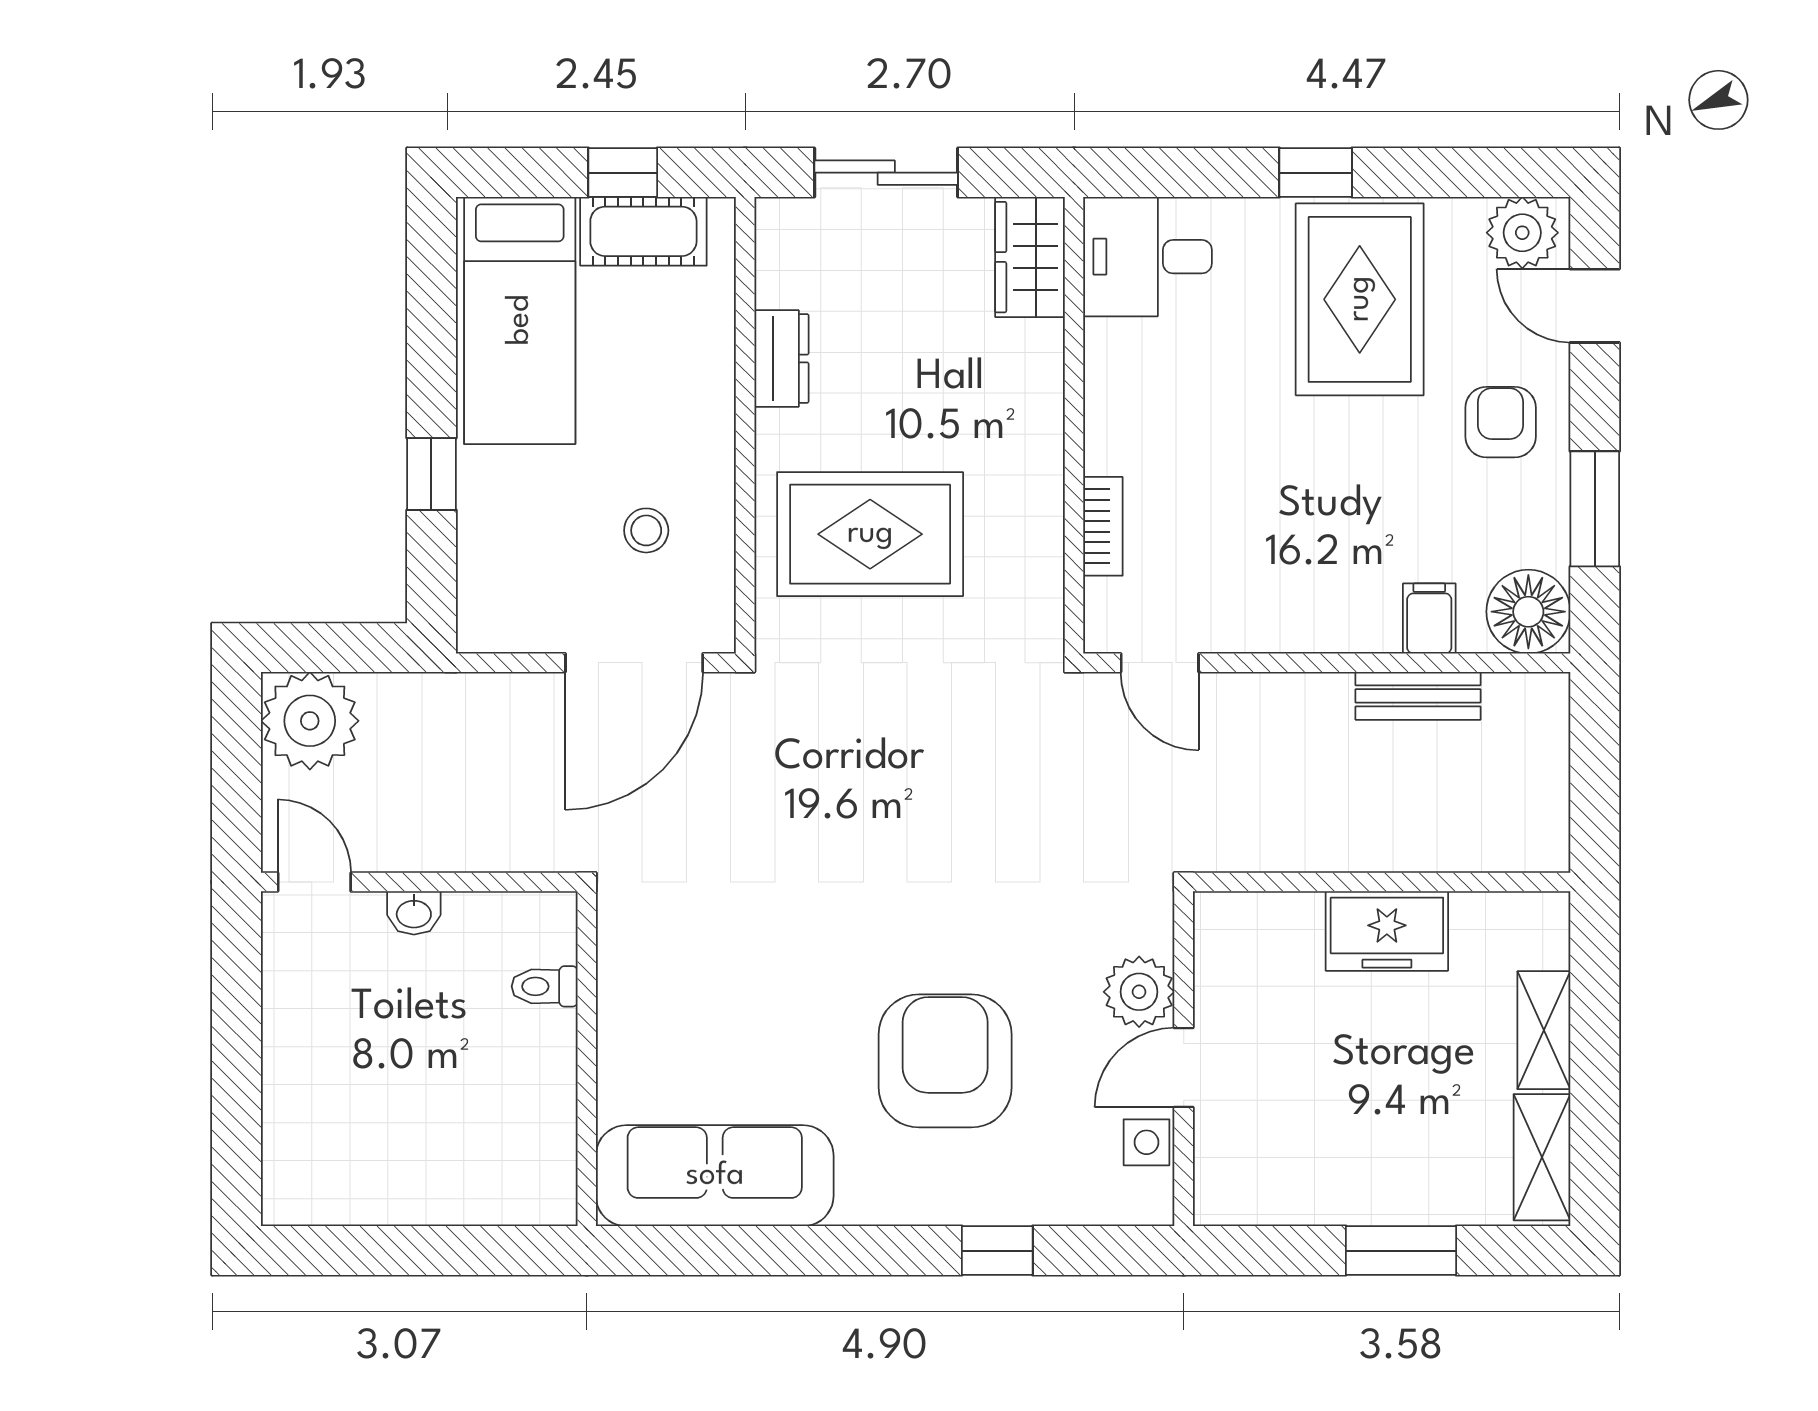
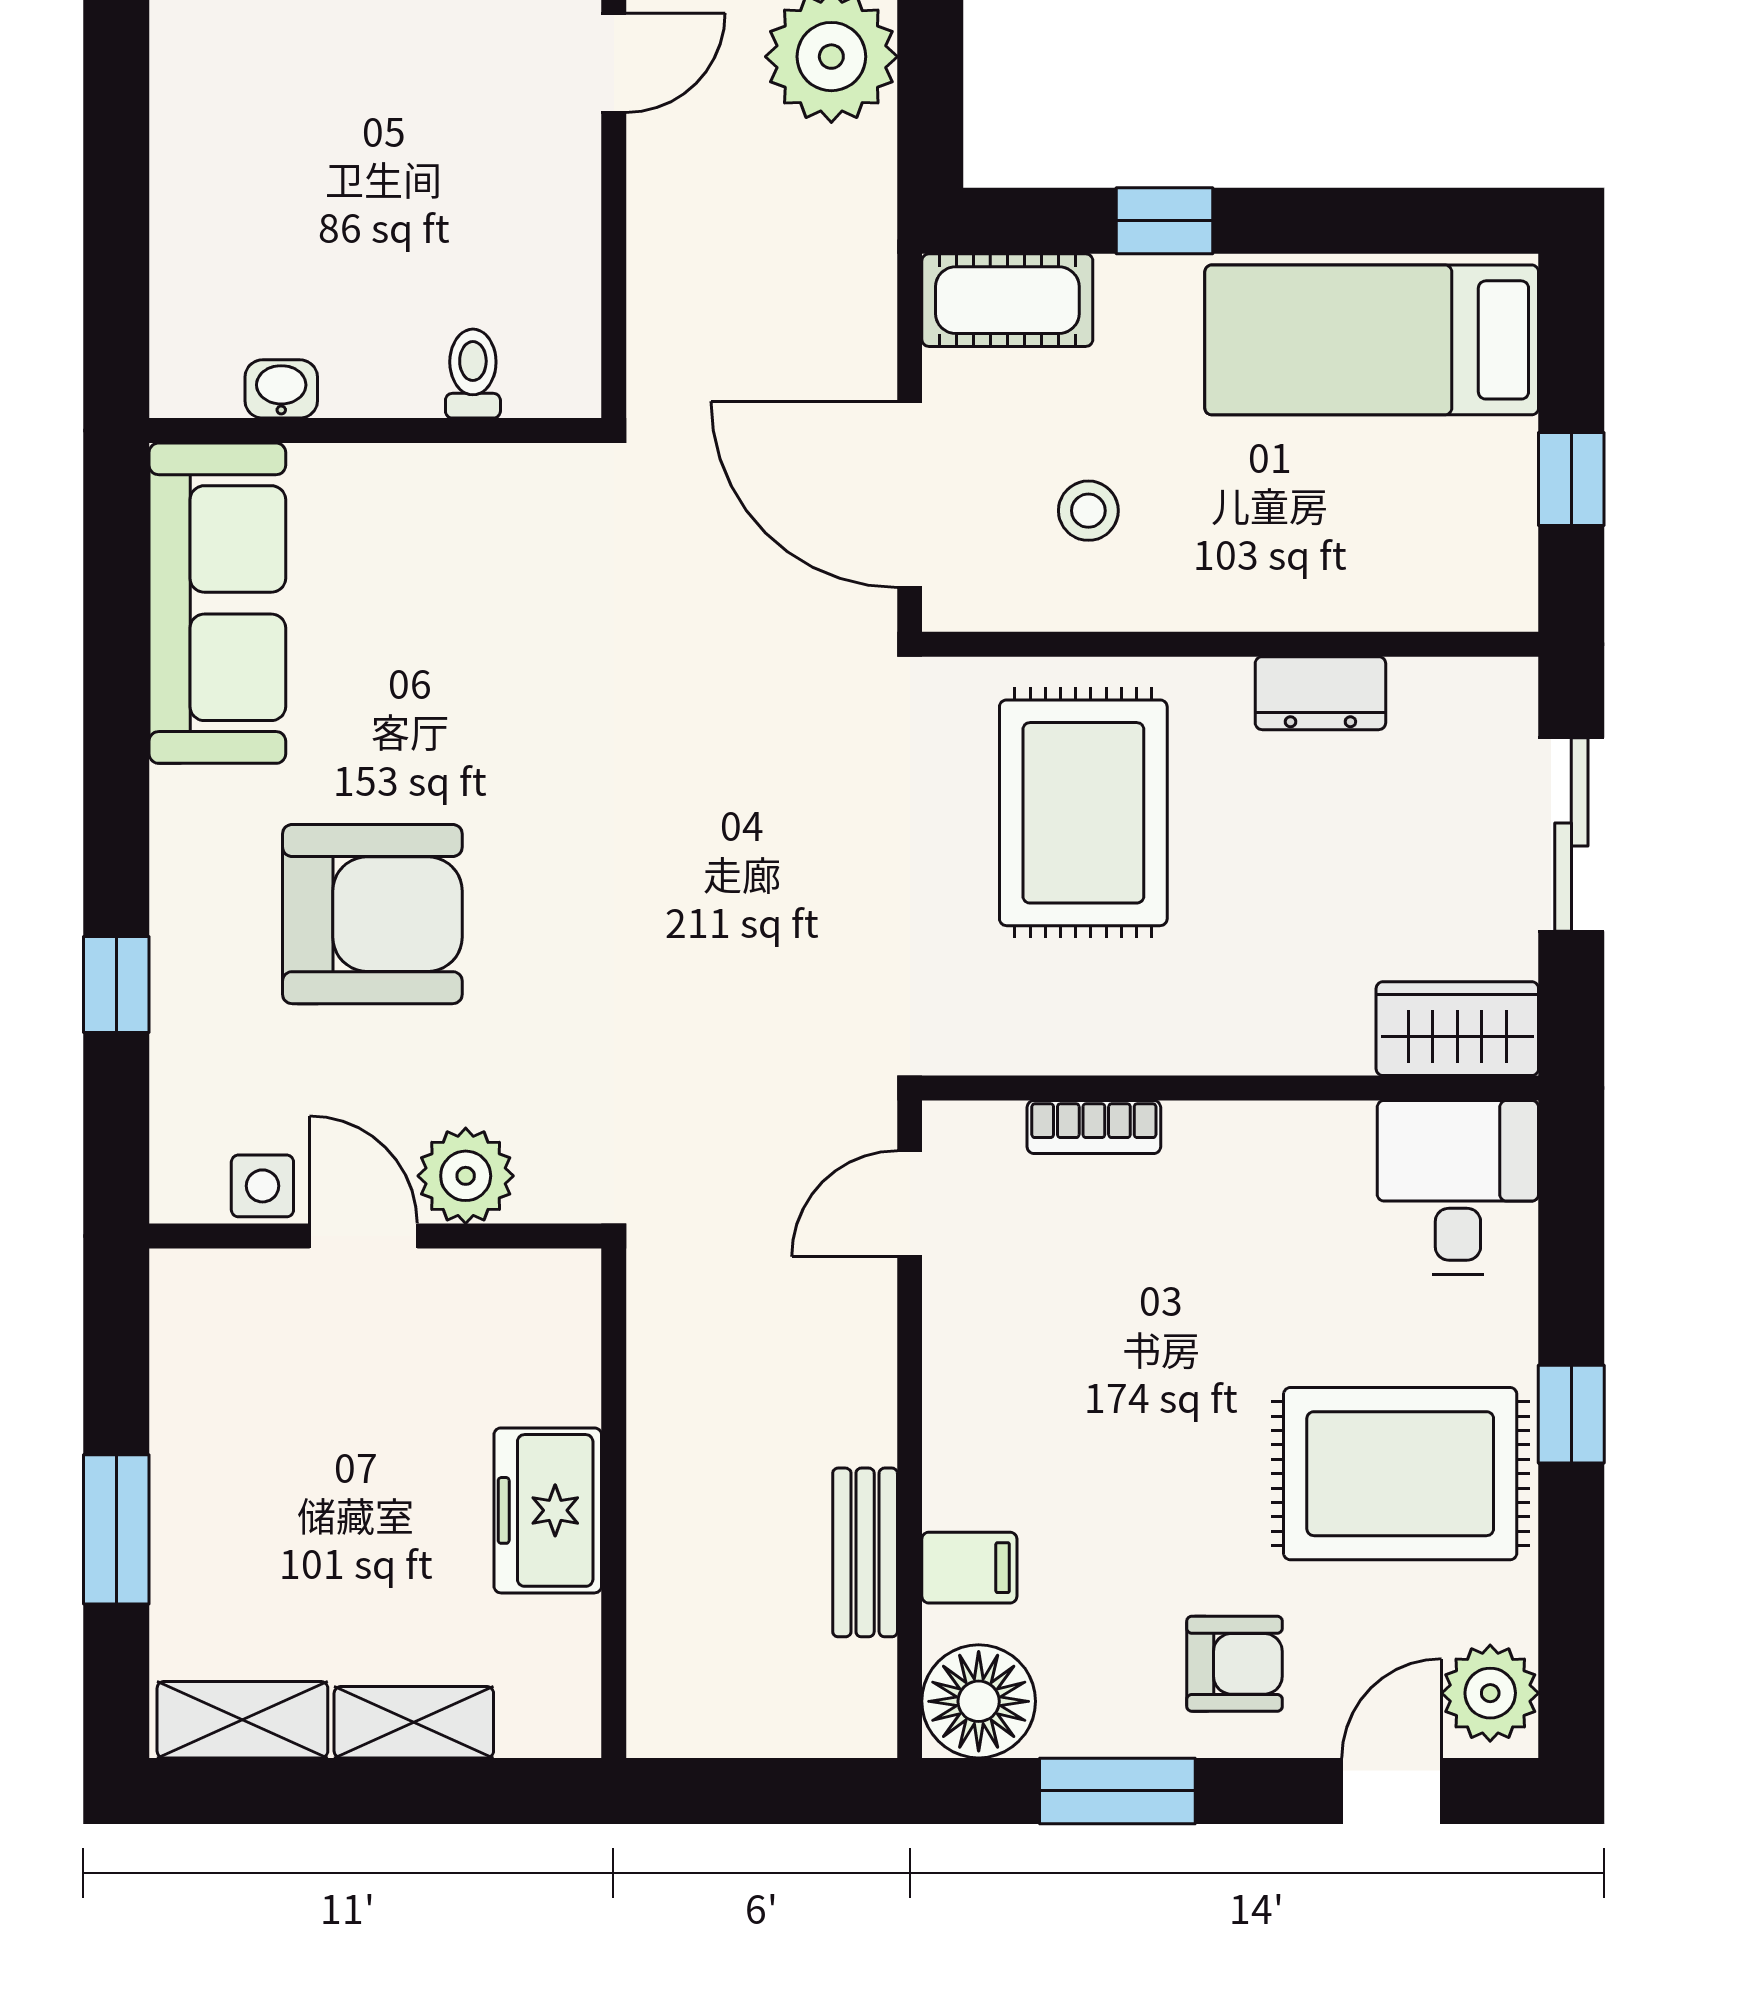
cot: (643, 231) -> (1007, 300), moved, turned 90
washbasin: (414, 913) -> (281, 389), moved, turned 90

